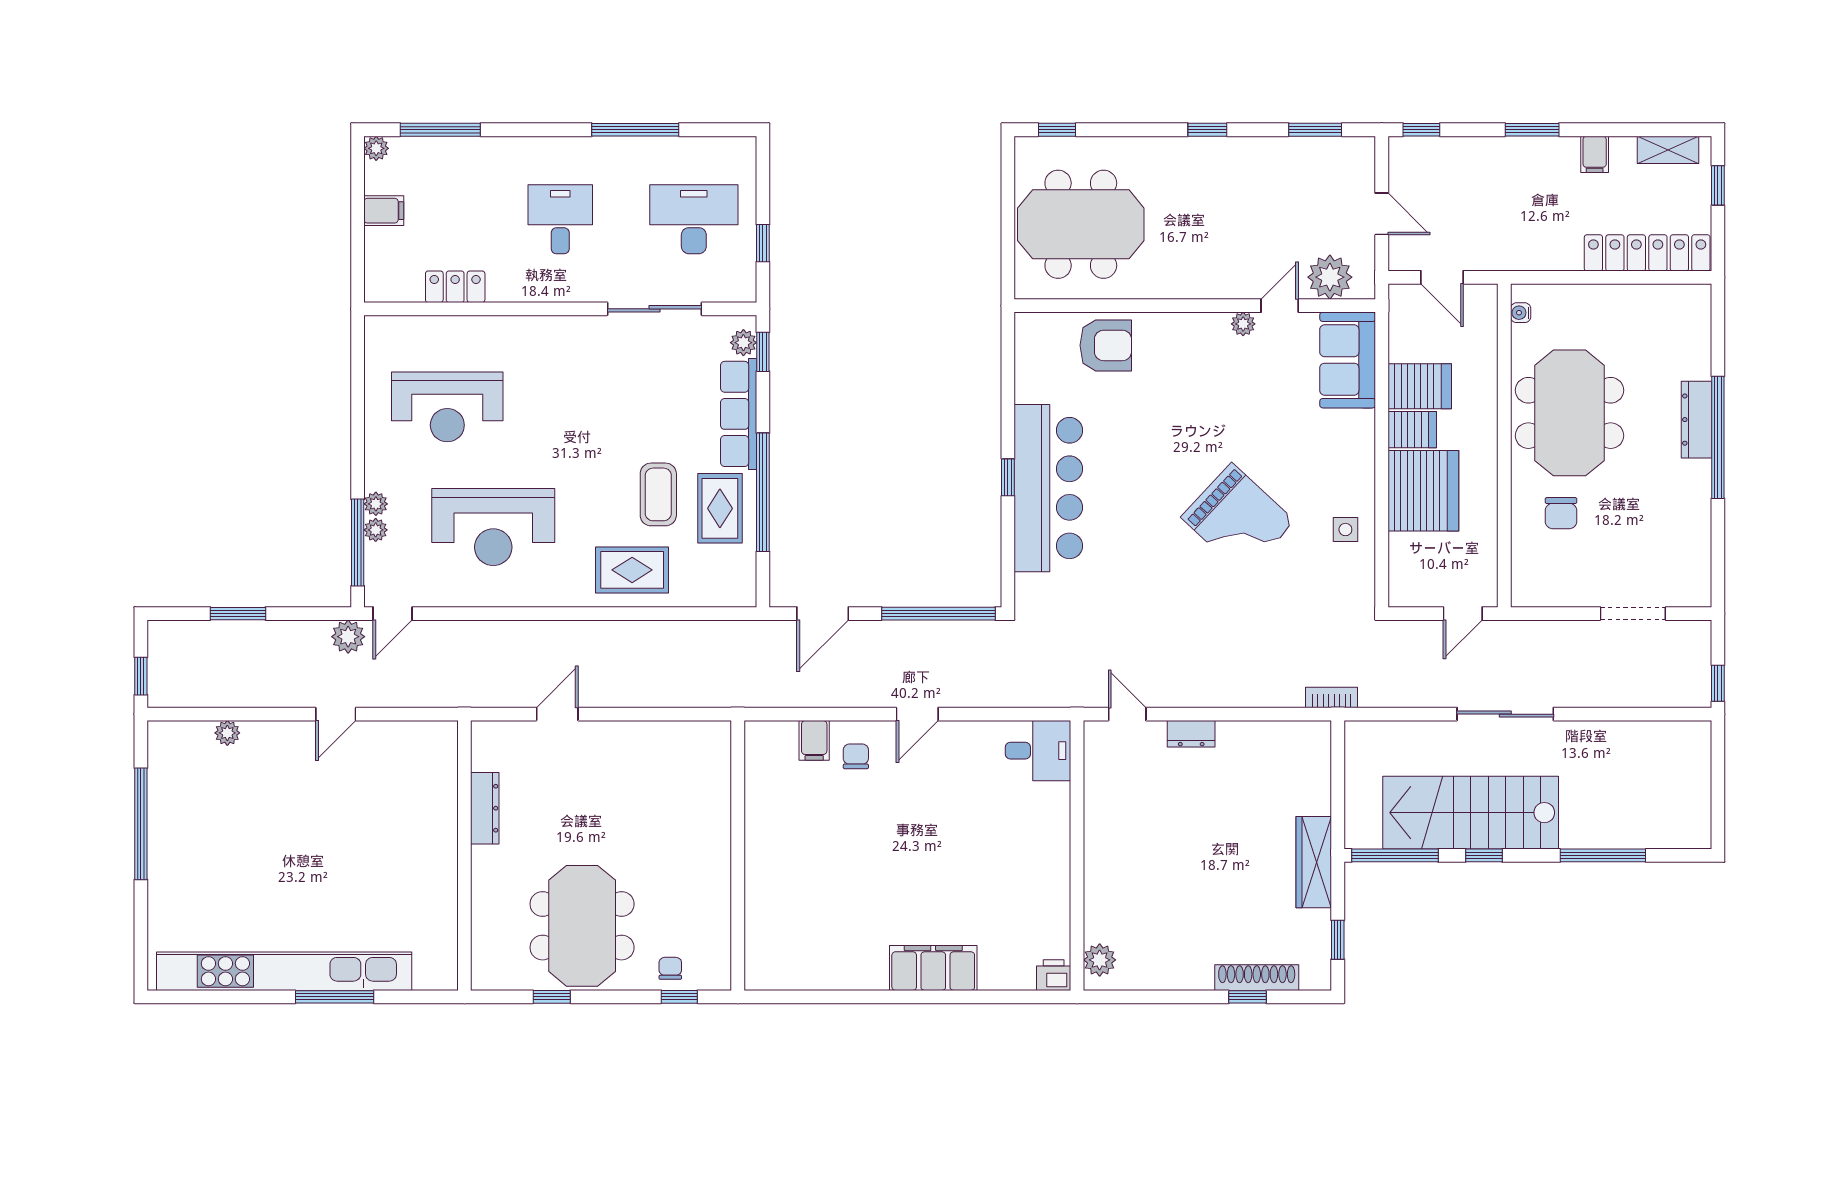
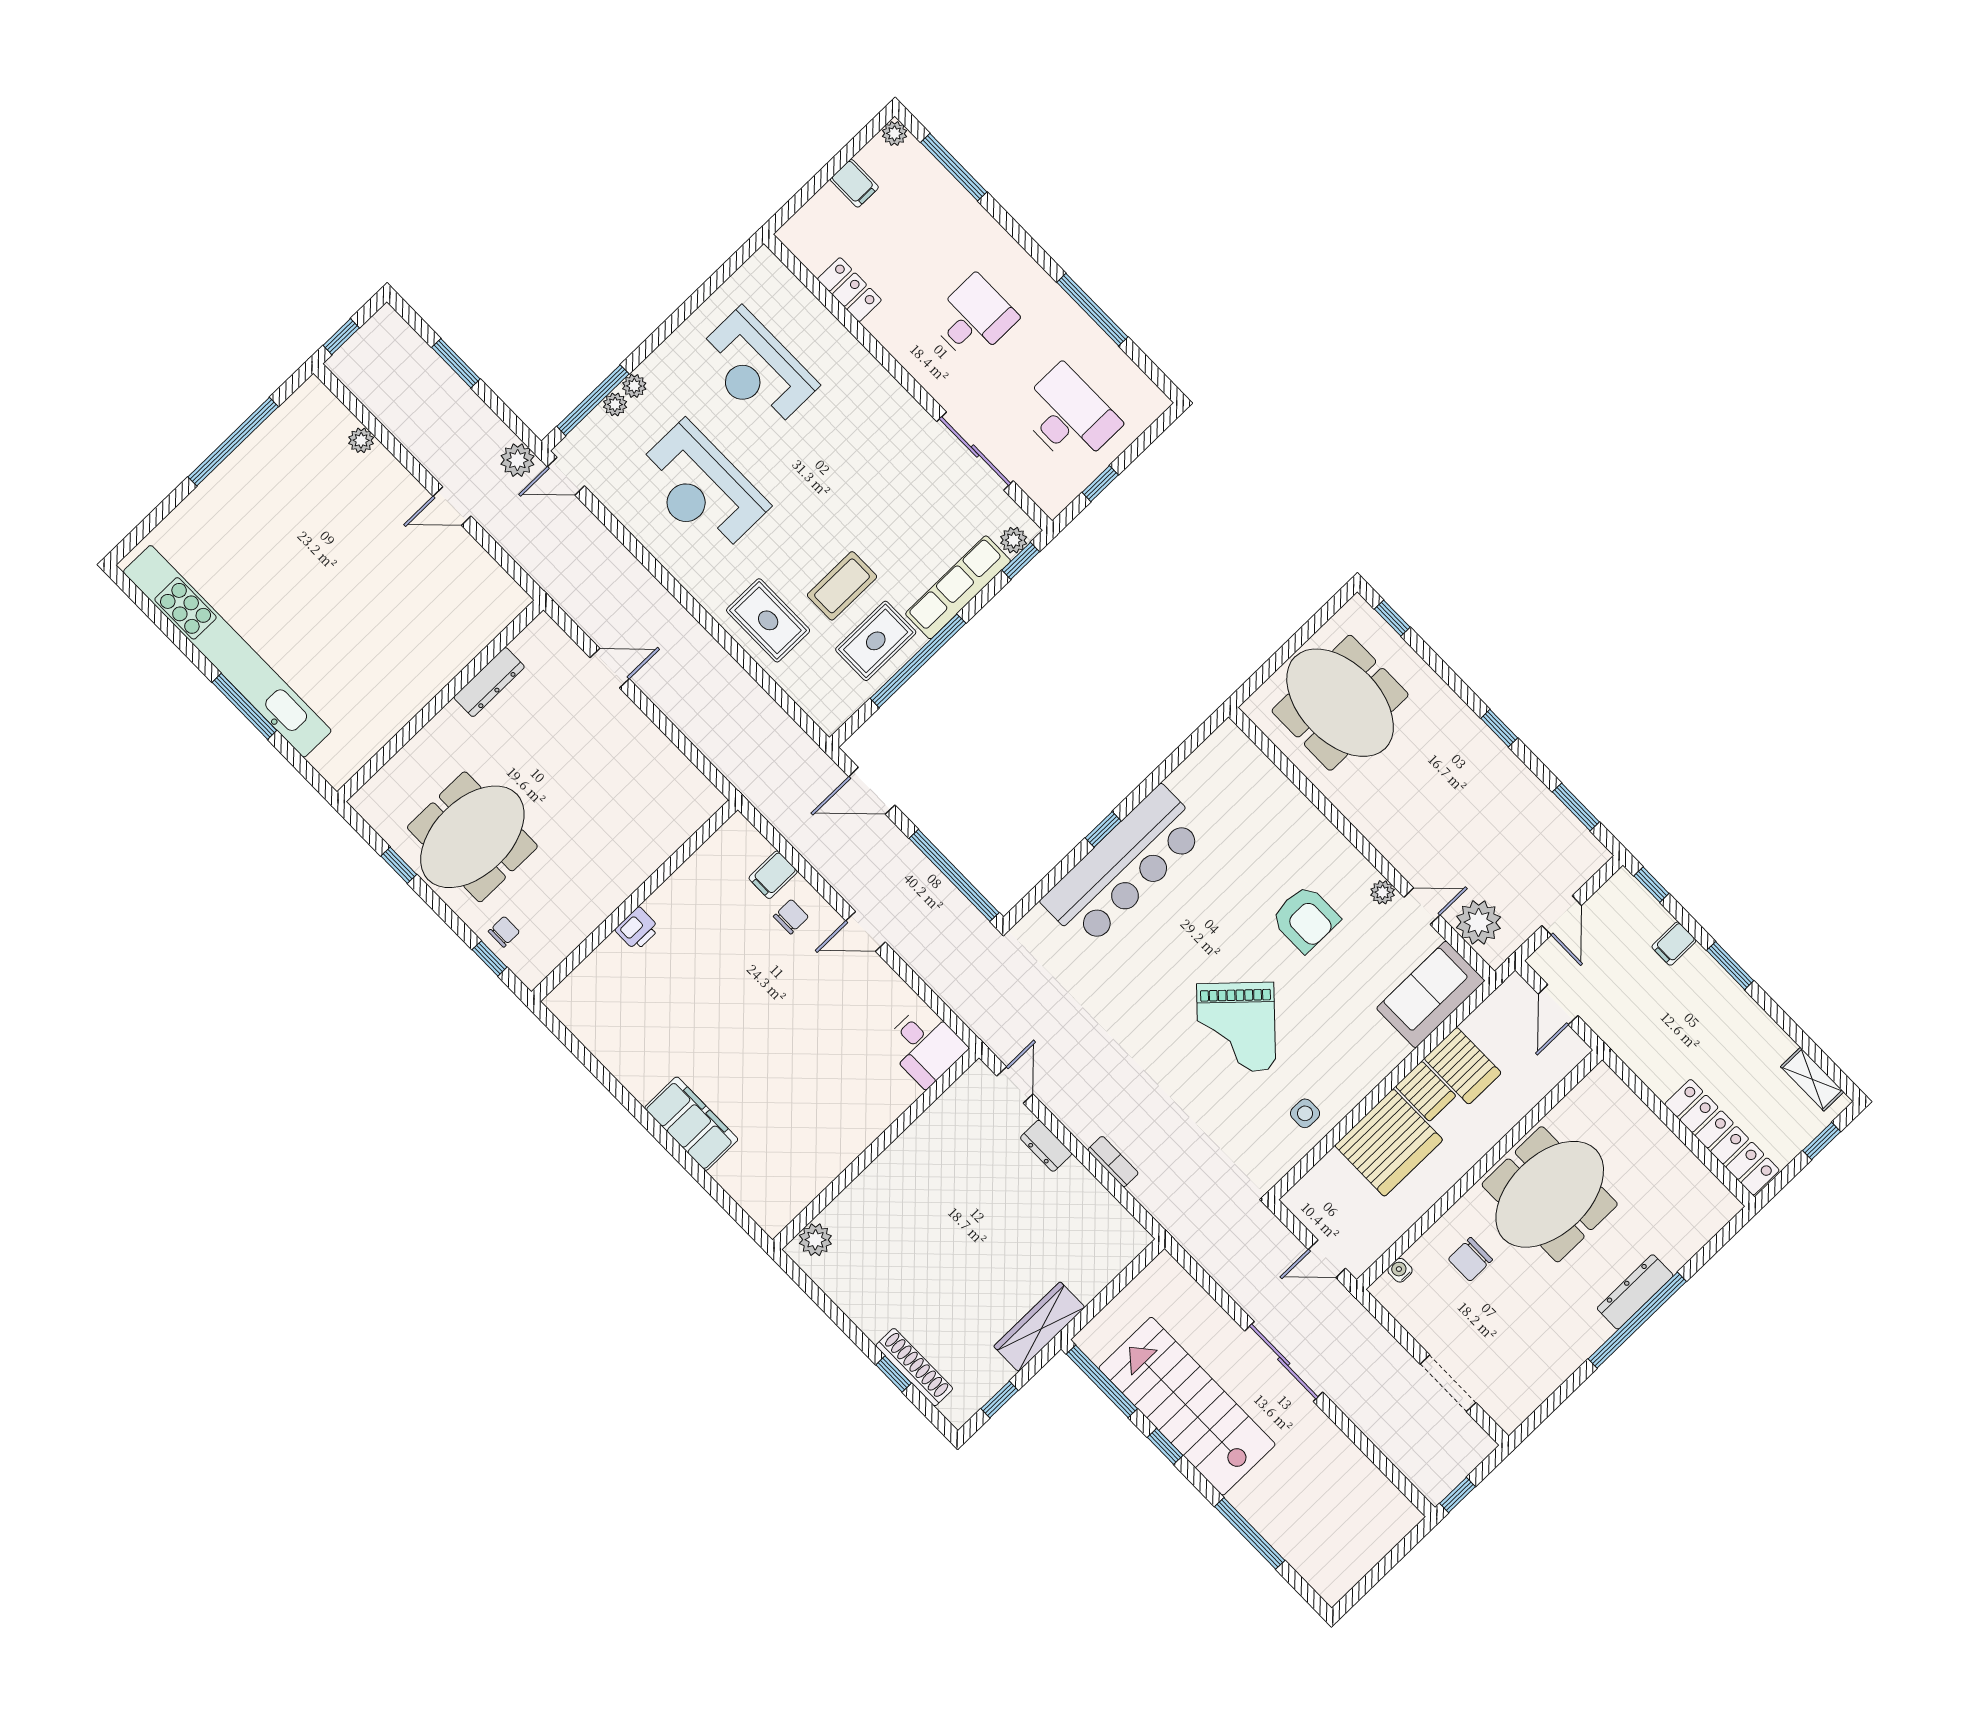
filing cabinet: (1595, 154) -> (1674, 944), moved
water cooler: (1521, 313) -> (1400, 1270), moved
armchair: (1106, 345) -> (1305, 919), moved
bookcase: (1331, 697) -> (1113, 1162), moved
printer: (1054, 975) -> (637, 929), moved, turned 90

